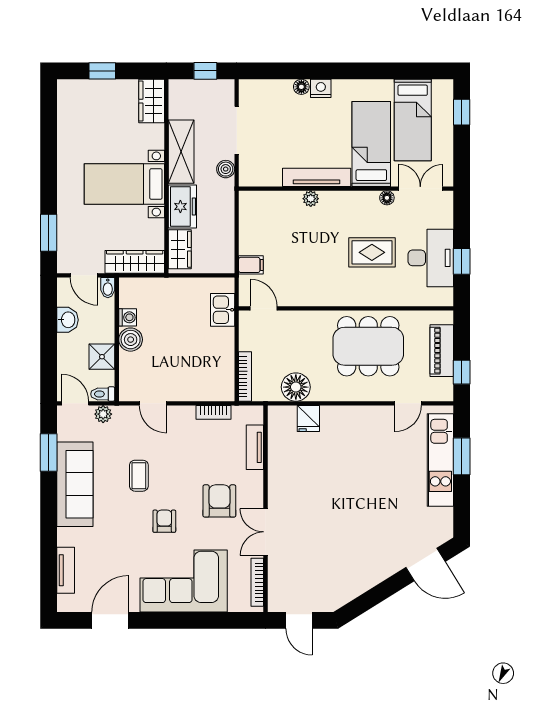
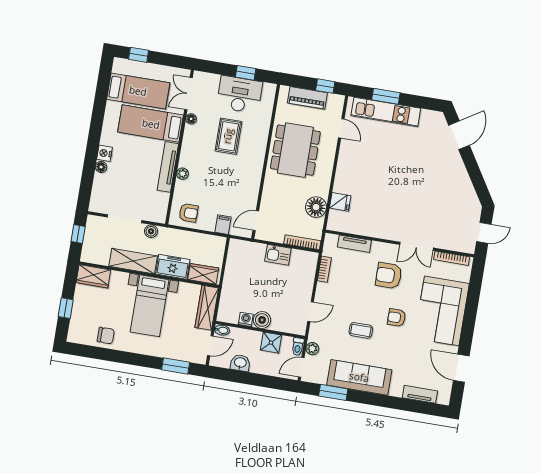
chair: (74, 131) -> (106, 336), added
armchair: (259, 216) -> (189, 213), added
kitchen sink: (223, 310) -> (278, 255), moved

